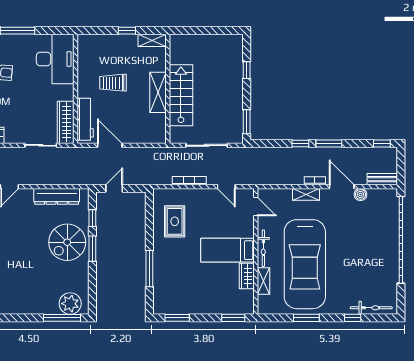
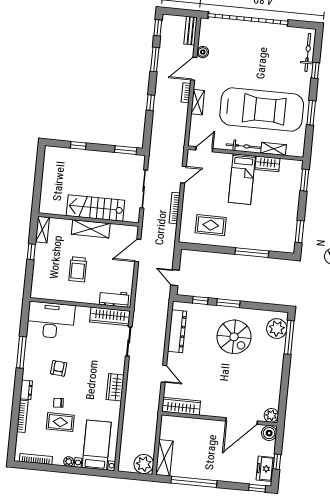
workbench: (85, 119) -> (114, 299), width x0.73
window: (329, 144) -> (155, 59), moved
door: (110, 145) -> (138, 251), moved
spiral stairs: (67, 242) -> (234, 337), moved

